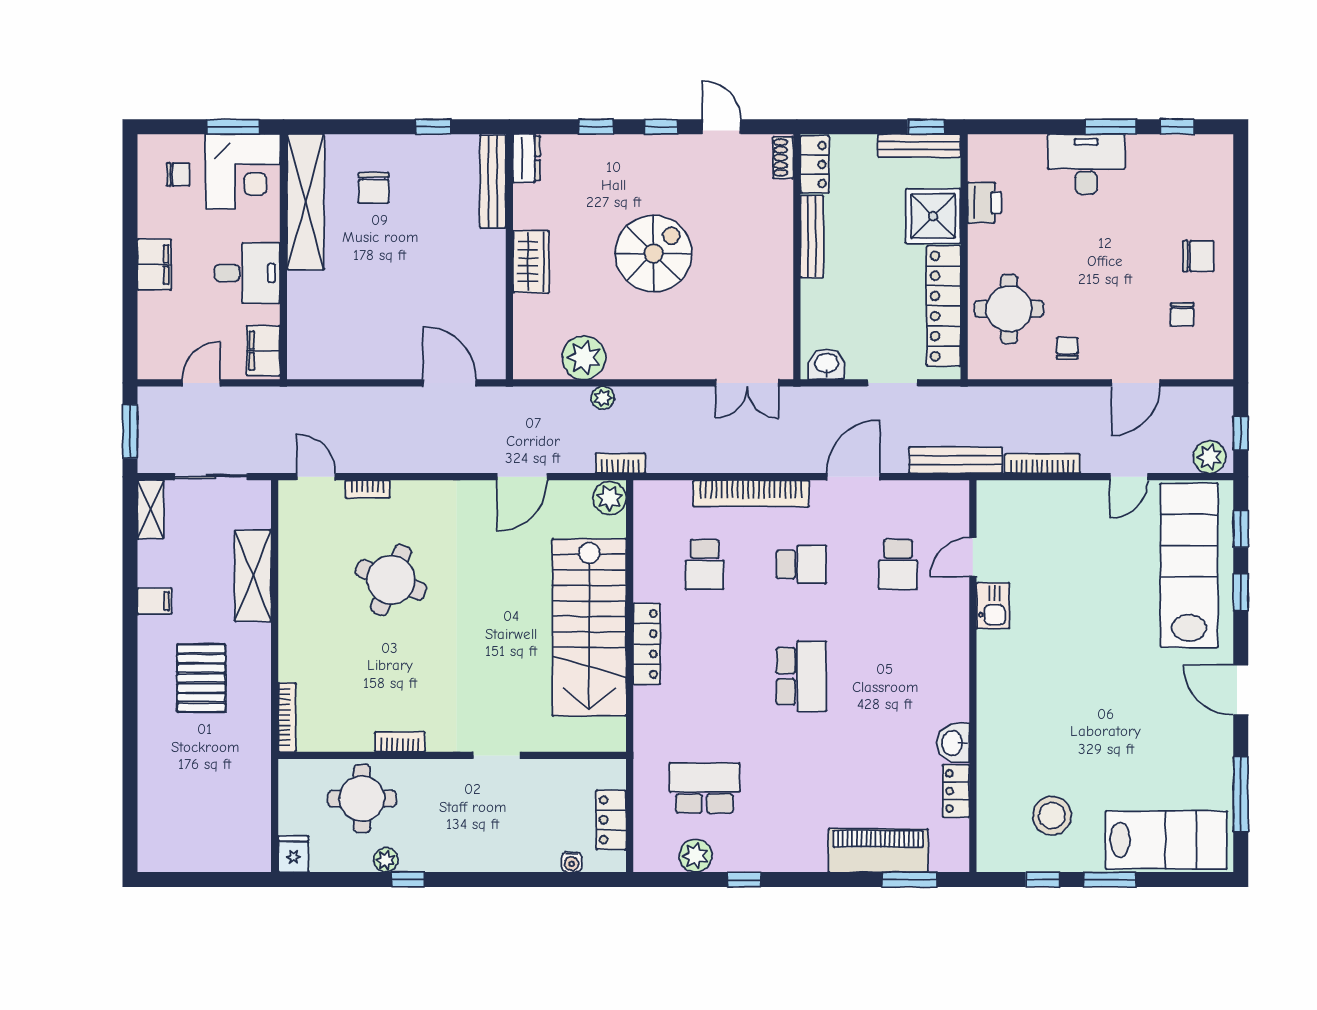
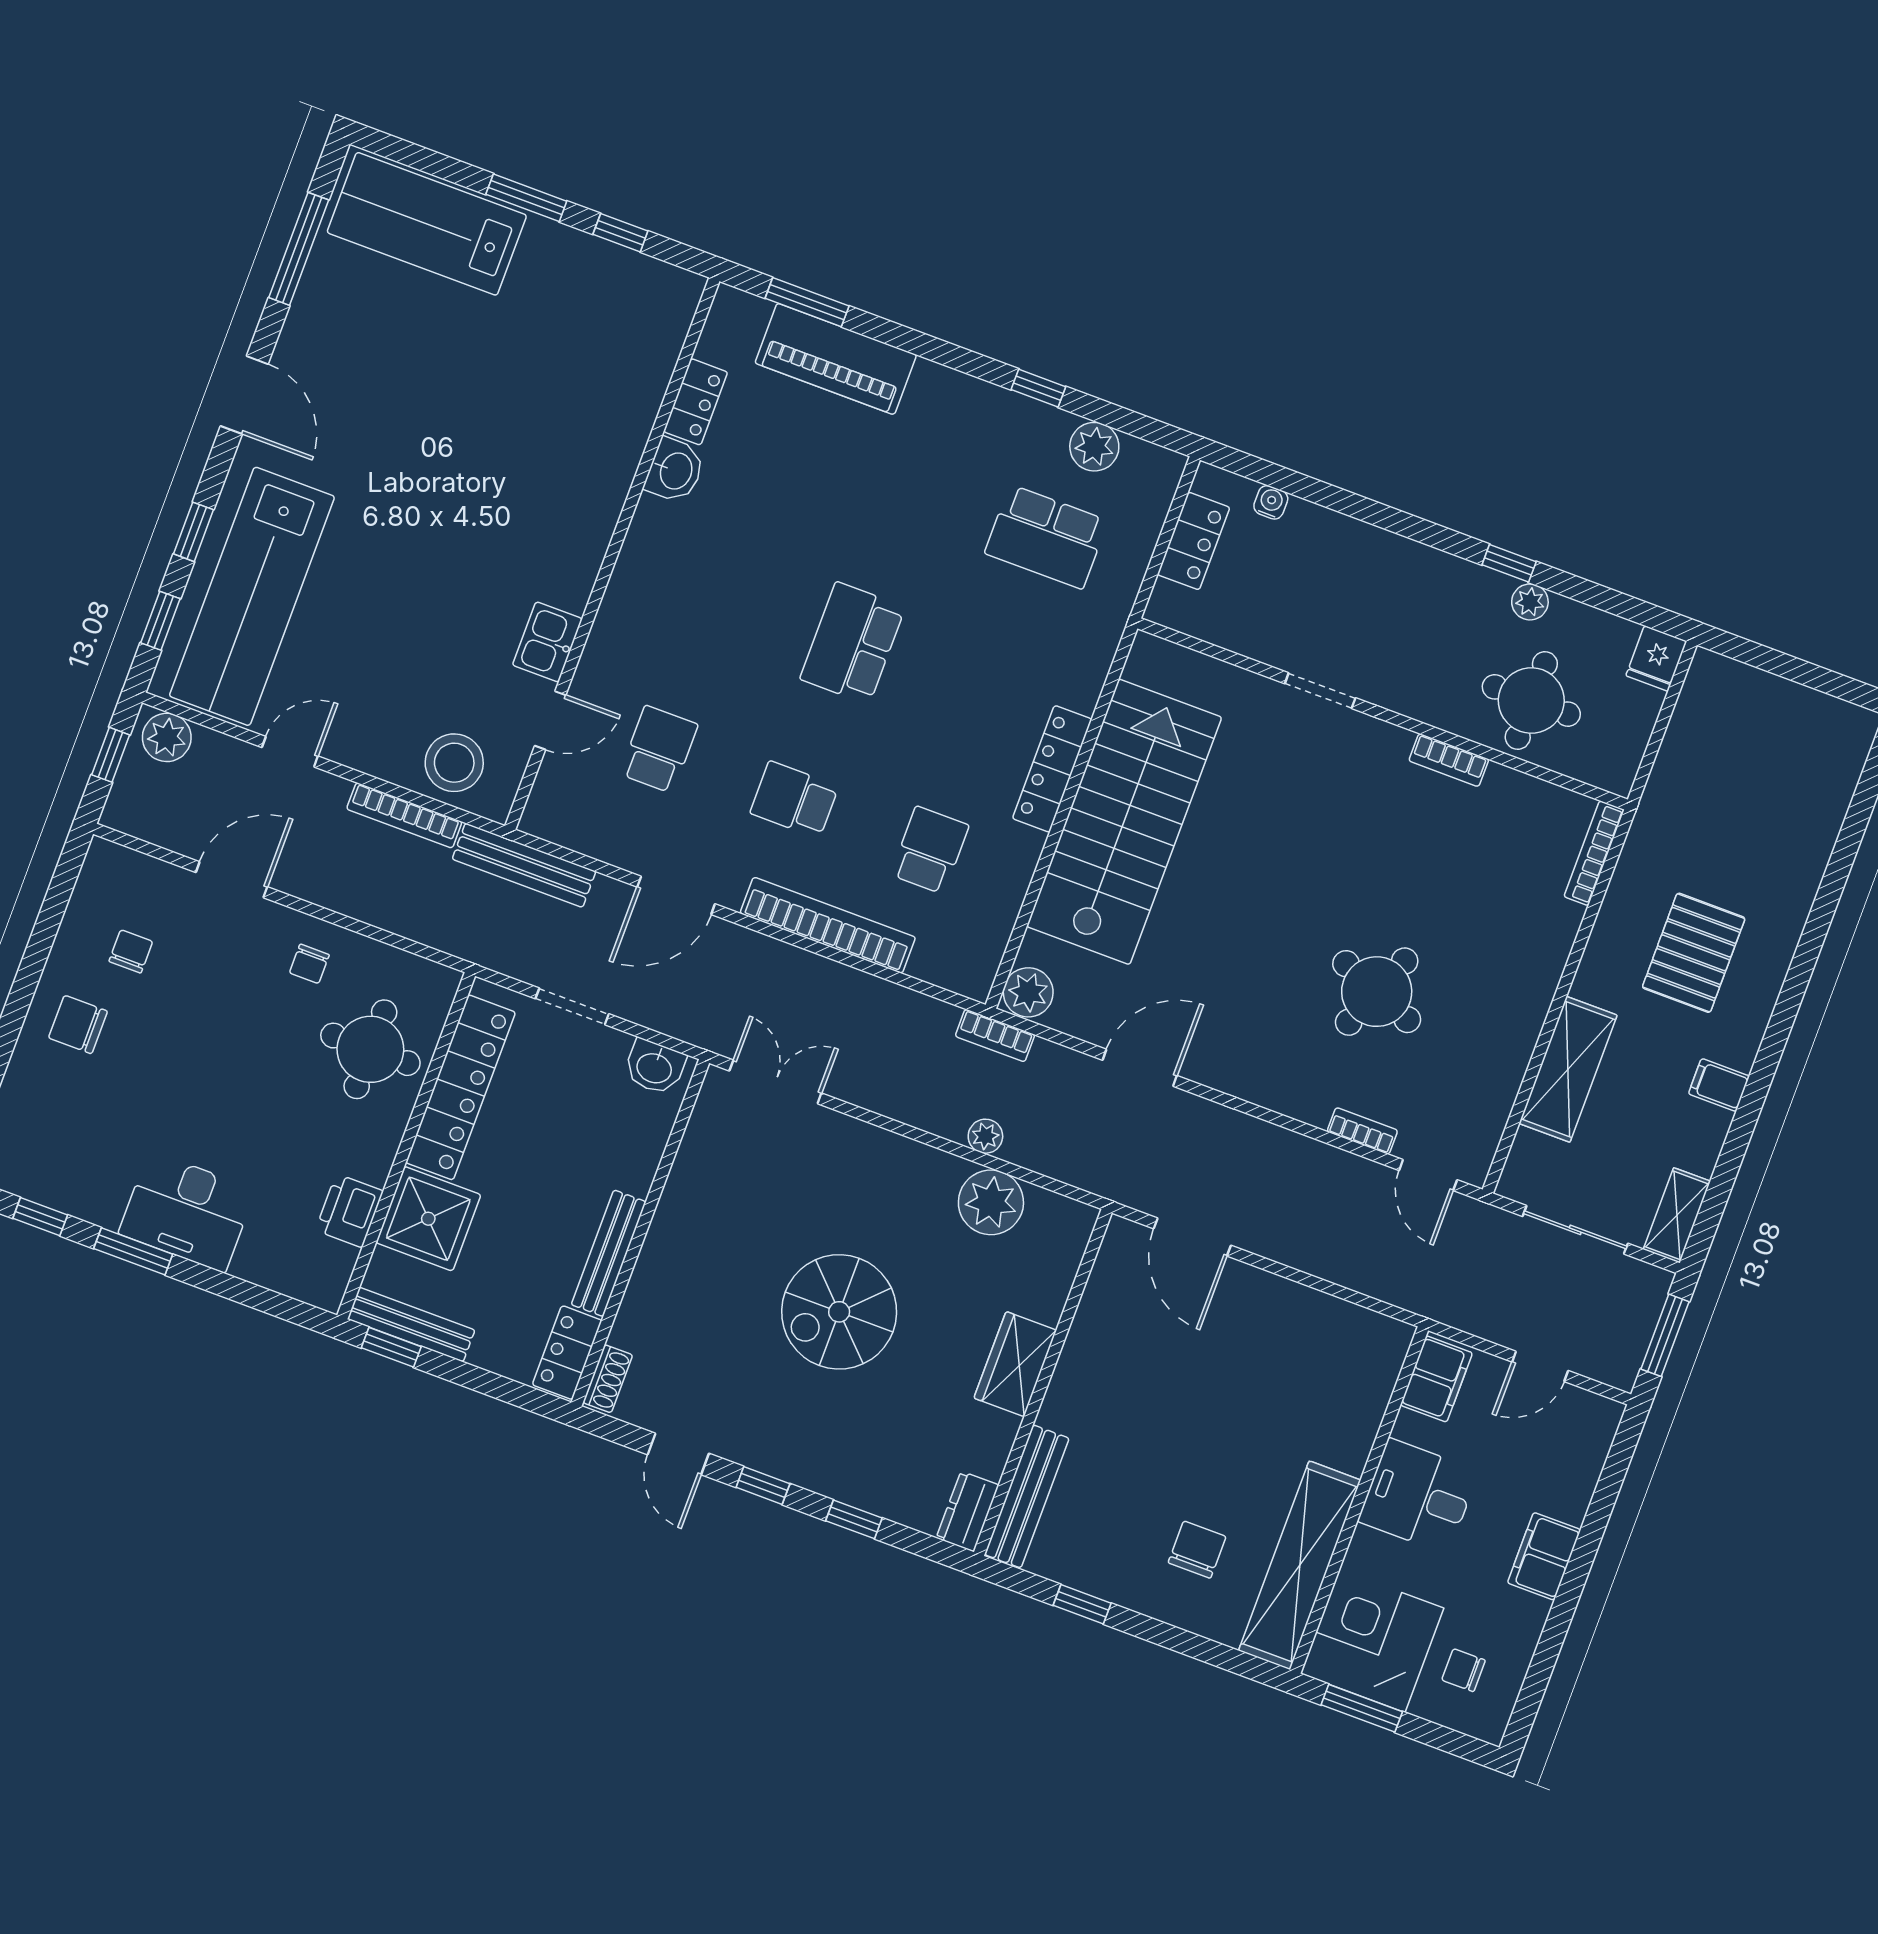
stool: (1052, 816) -> (454, 763), moved

